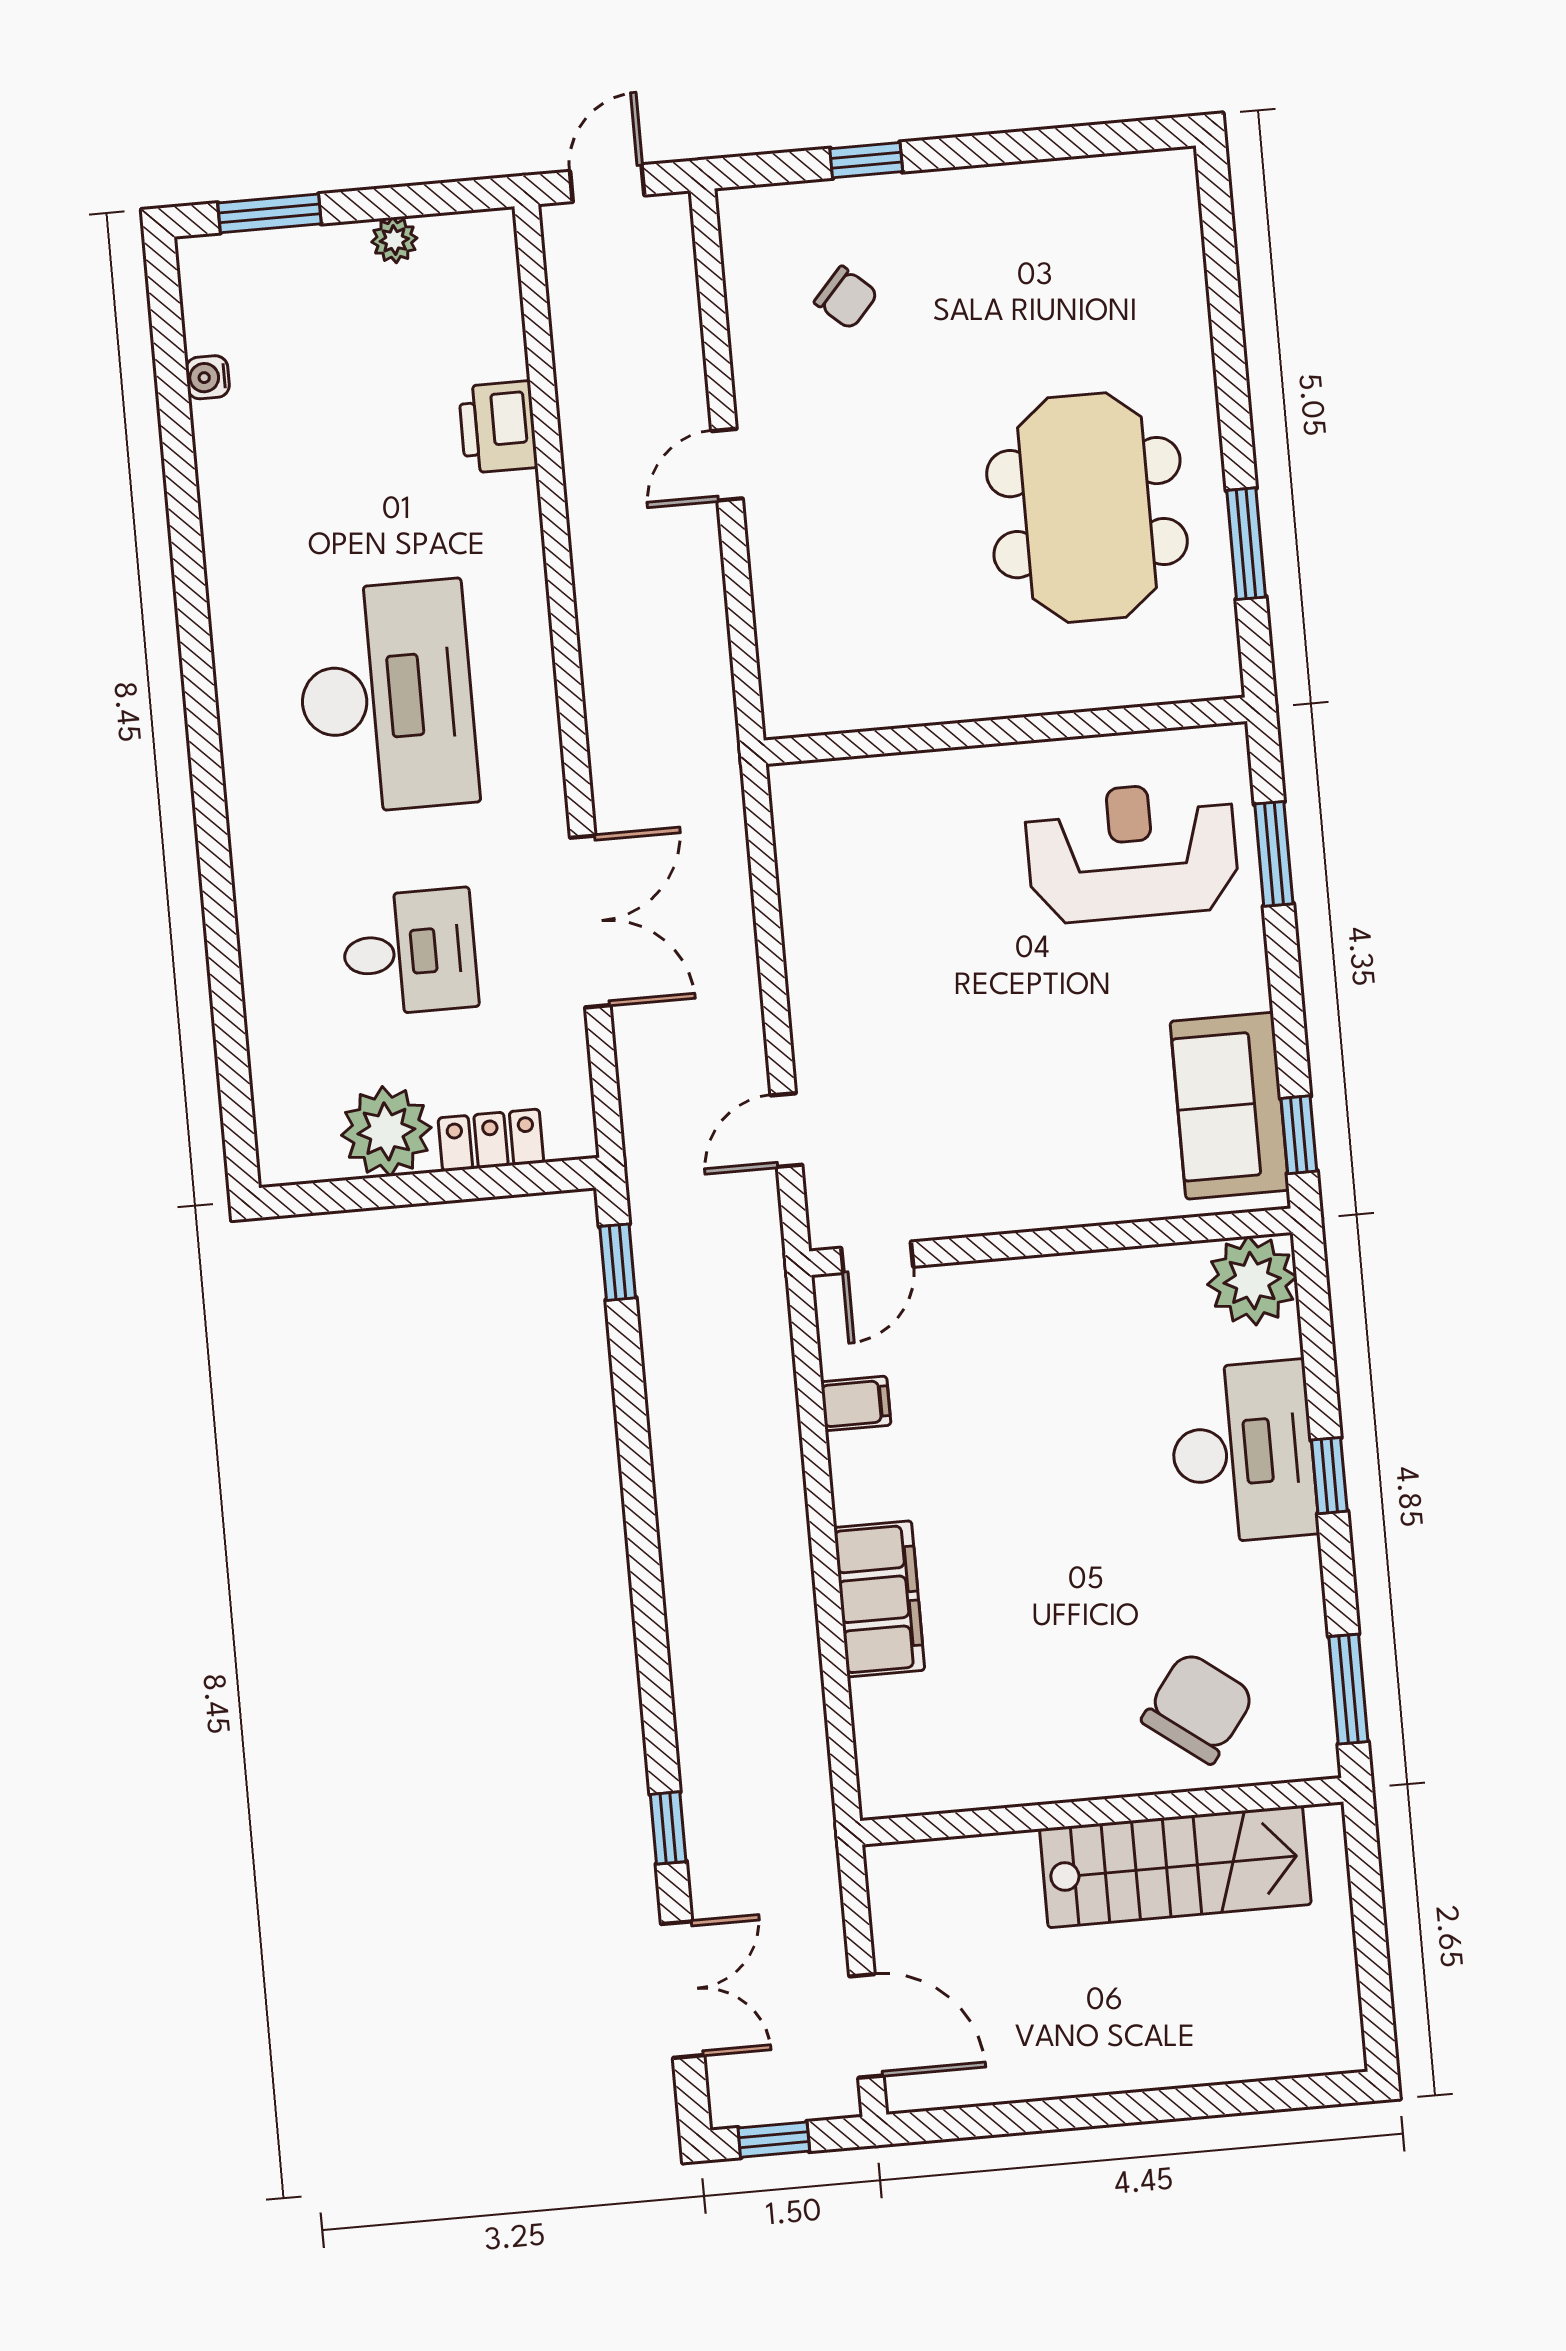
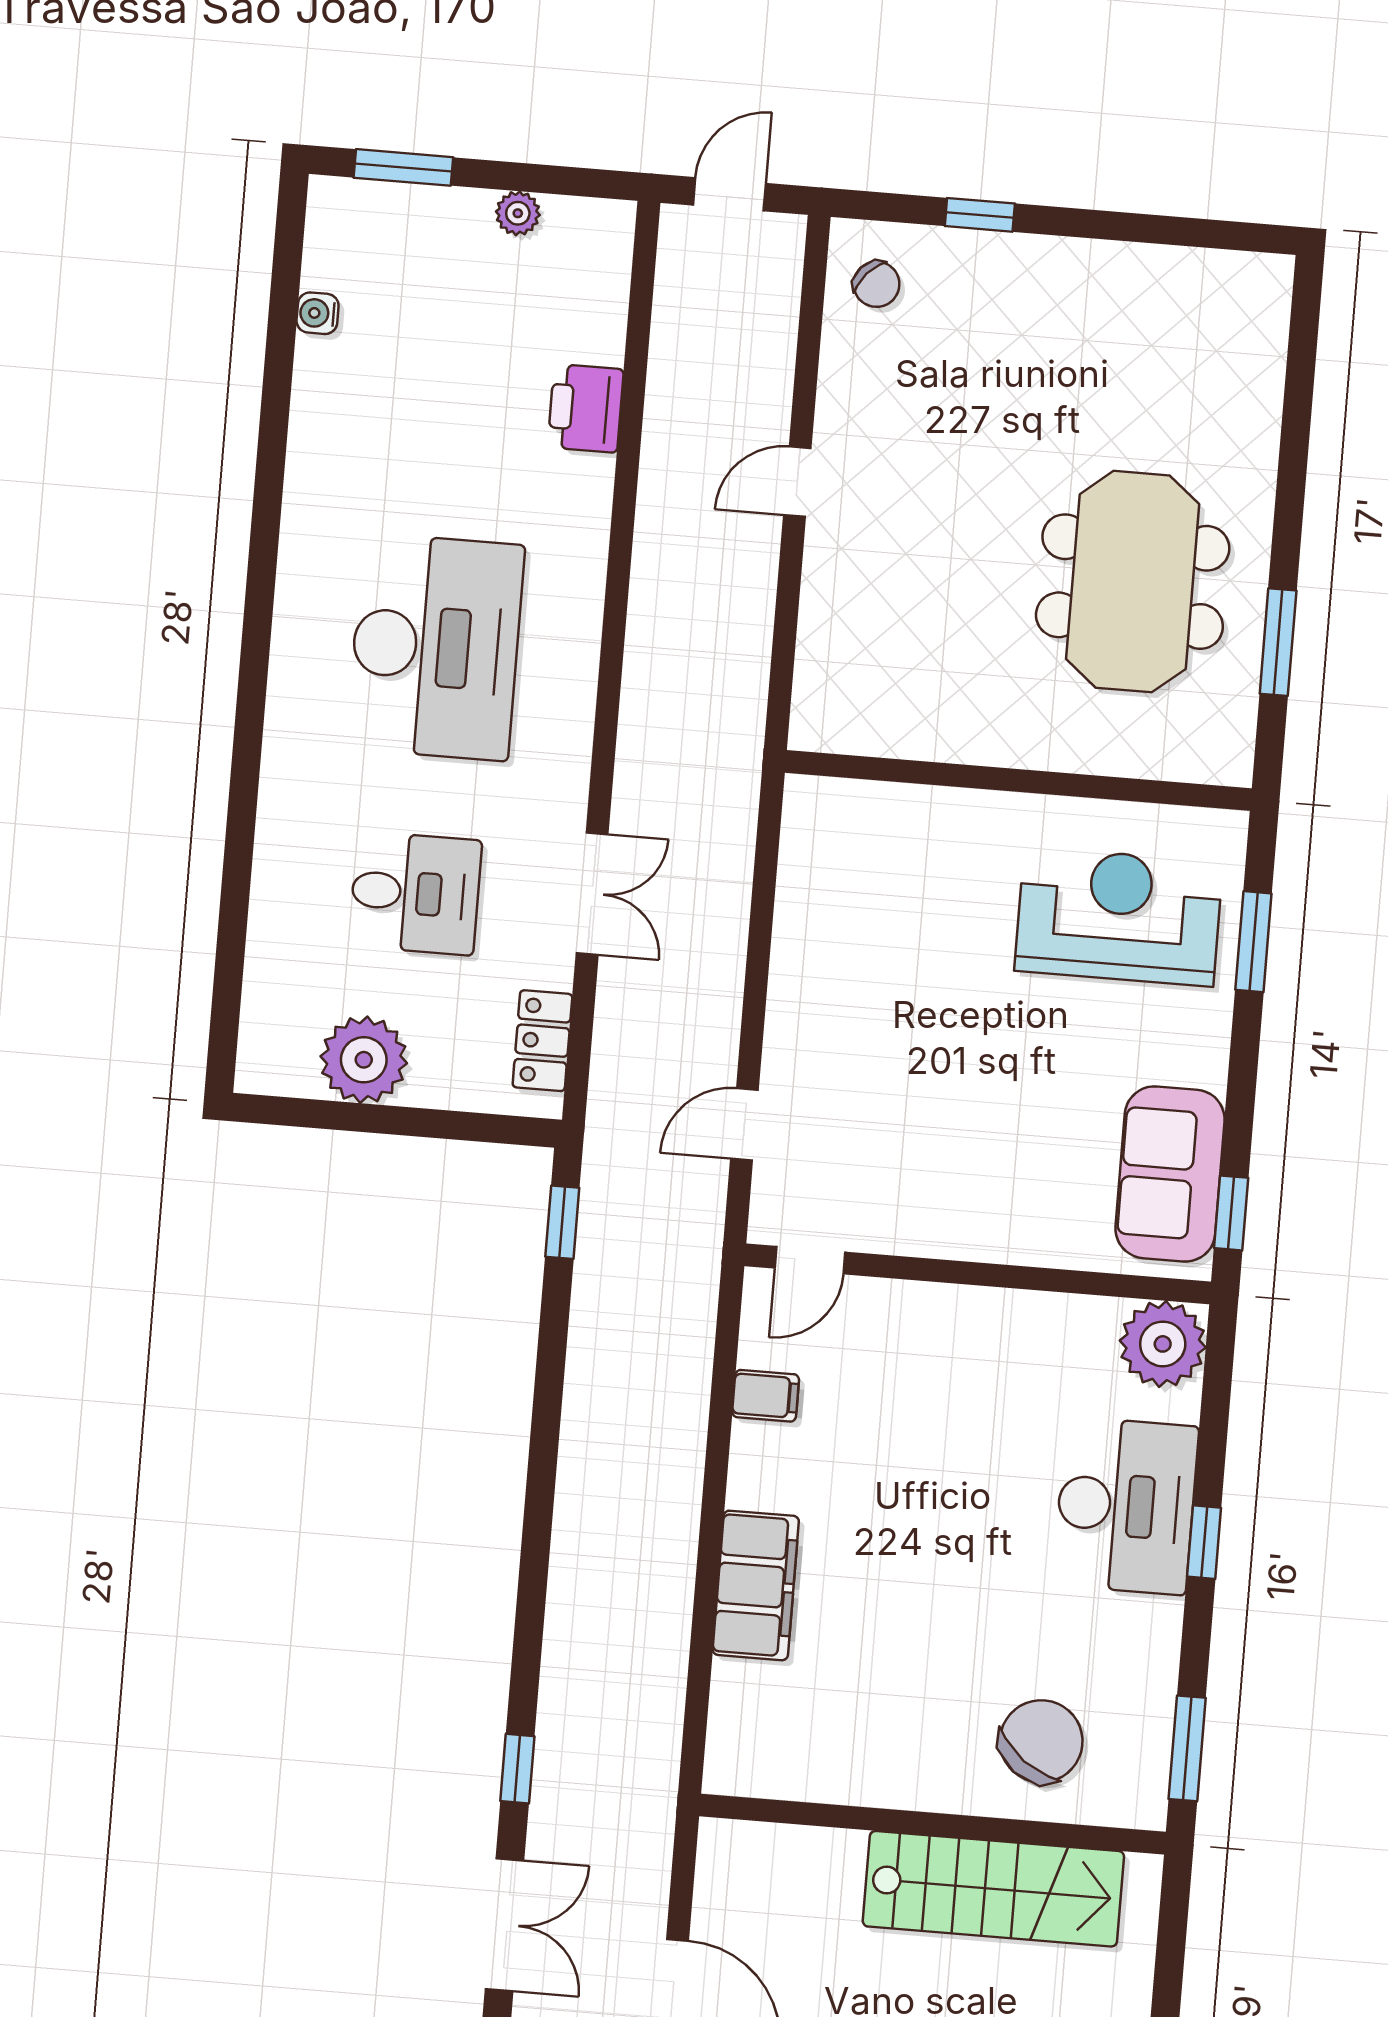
chair: (846, 298) -> (876, 284), moved
double door: (590, 921) -> (592, 894), width x0.73
locker: (491, 1140) -> (542, 1041), moved, turned -90

